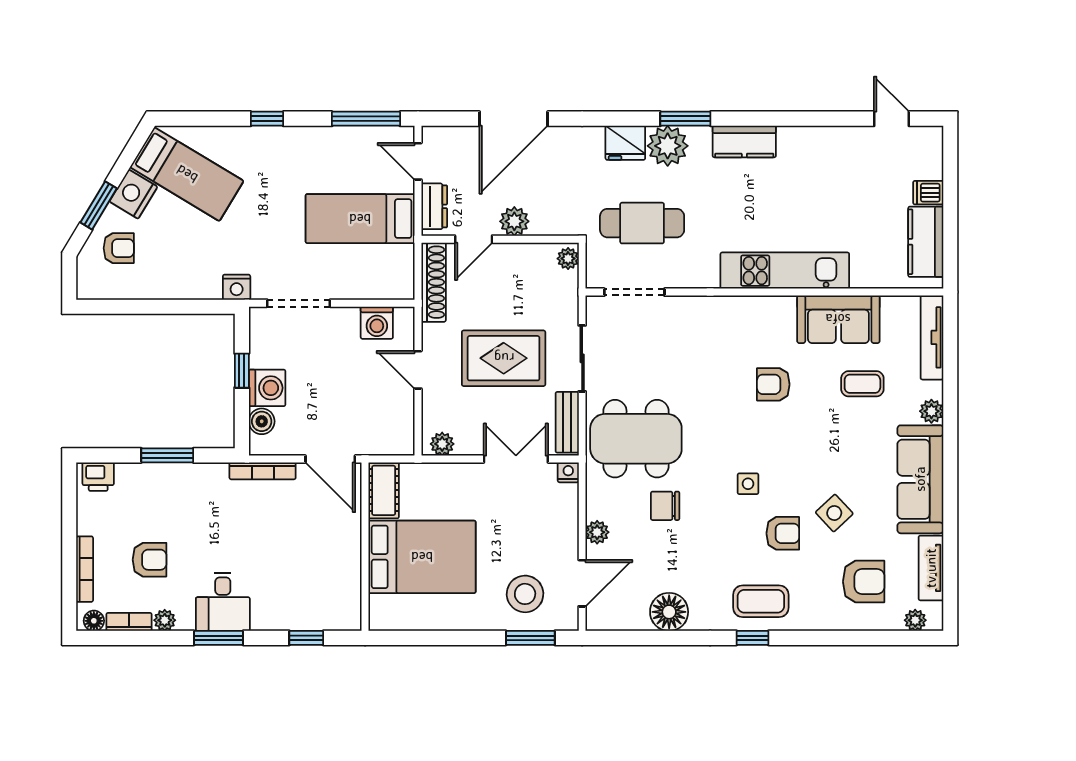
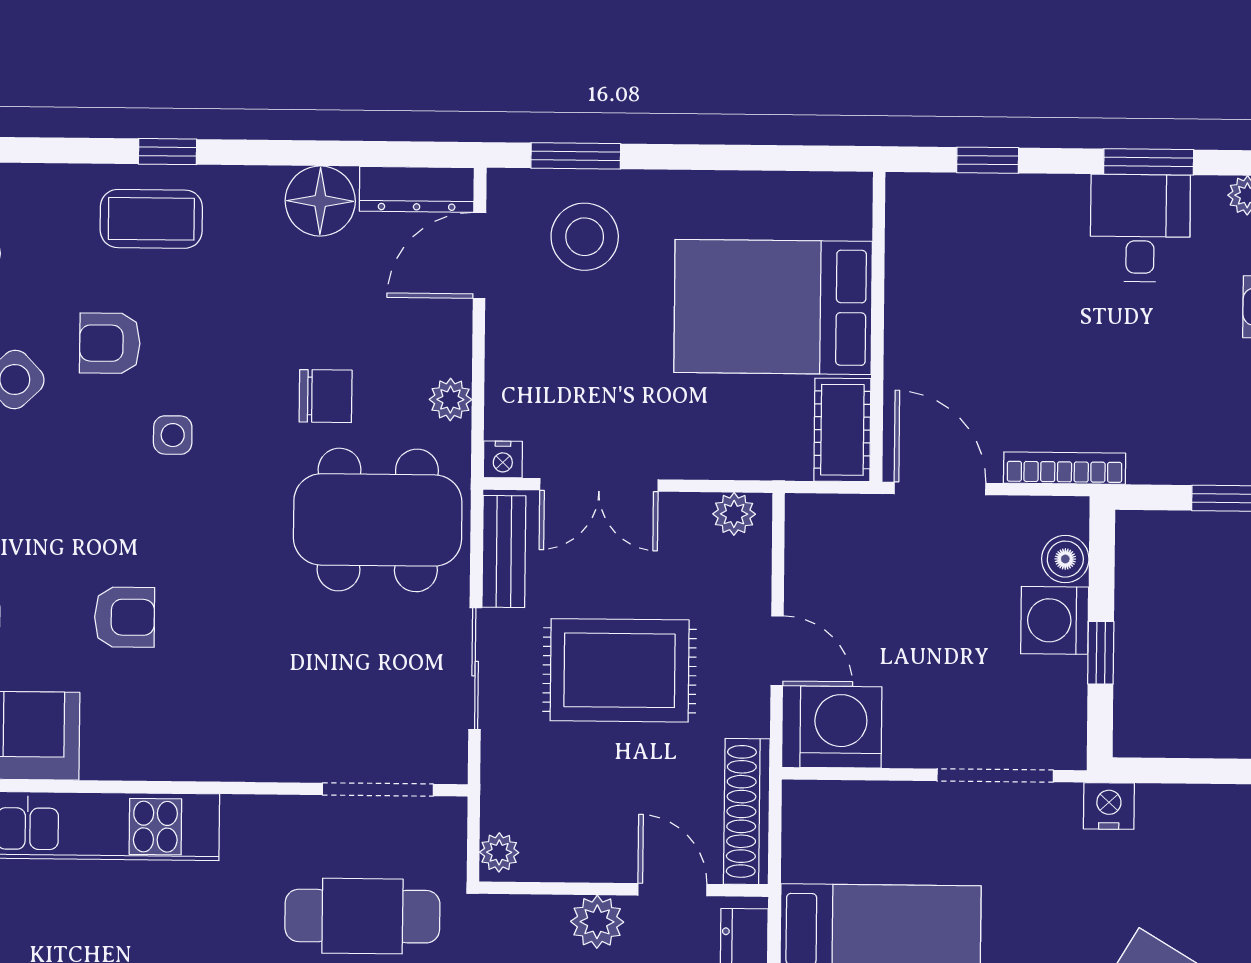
door: (474, 239) -> (672, 890), hinge flipped
washing machine: (377, 323) -> (841, 727), width x1.37, depth x1.37
plant: (597, 532) -> (450, 400), moved
dresser: (617, 619) -> (417, 189), added

